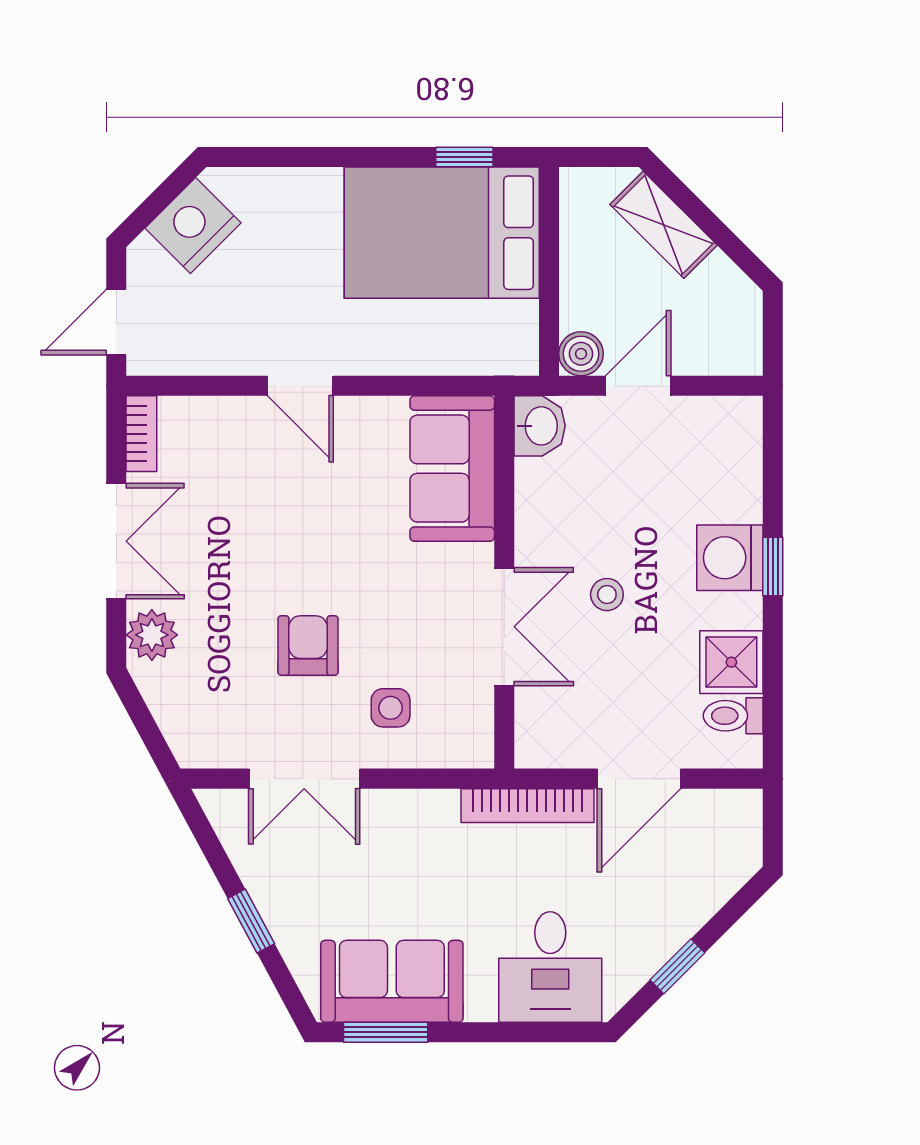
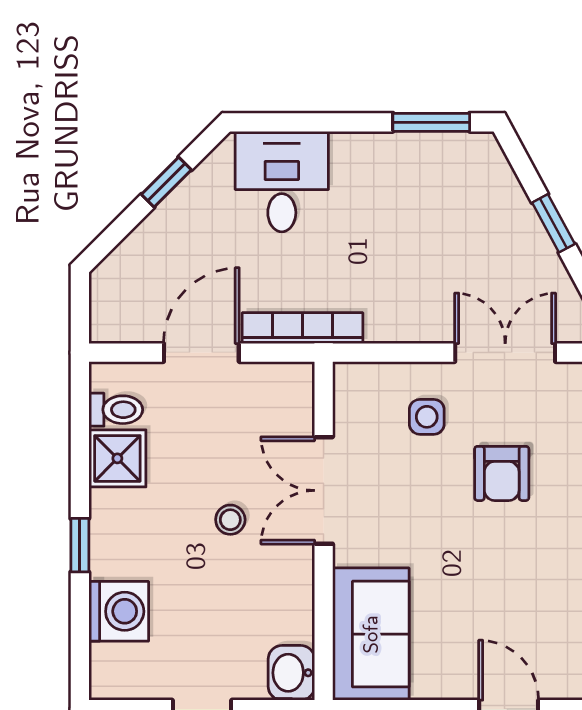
washing machine: (730, 558) -> (119, 611), moved
sofa: (392, 981) -> (426, 169), removed

